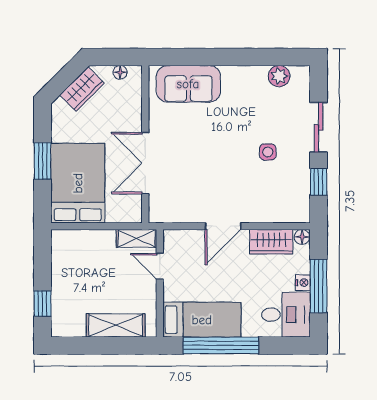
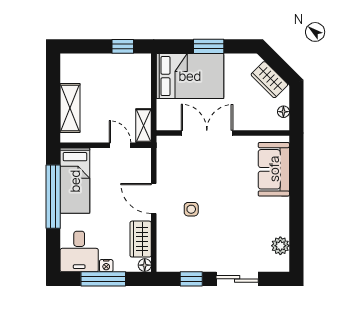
side table: (268, 152) -> (191, 209), moved
door: (160, 266) -> (120, 145), hinge flipped
window: (43, 304) -> (123, 46), moved

